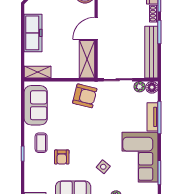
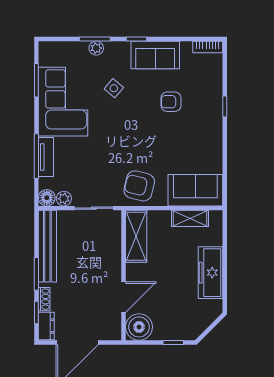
door: (96, 28) -> (124, 297), moved
shelving: (38, 72) -> (190, 218), moved
sofa: (36, 105) -> (195, 190), moved, turned 90
coffee table: (41, 143) -> (199, 121), removed
armchair: (62, 157) -> (171, 102), turned -90

